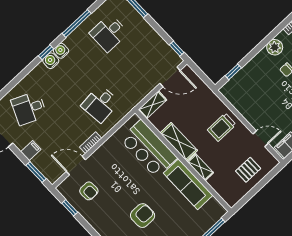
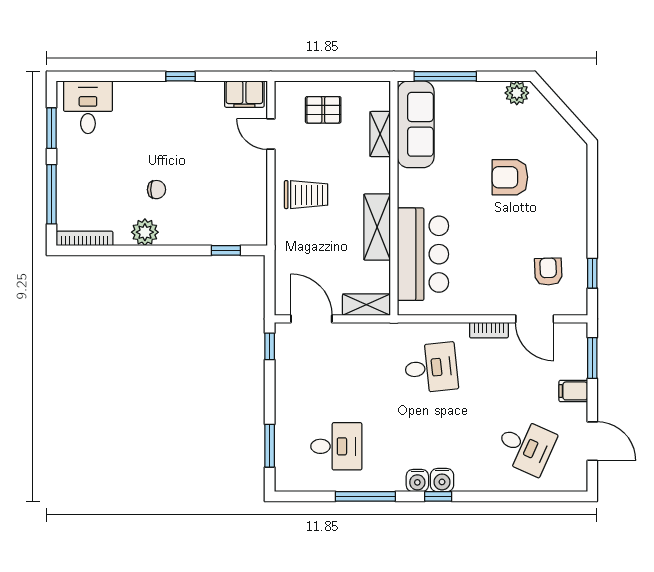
shelving: (200, 167) -> (380, 134), moved
sofa: (188, 184) -> (416, 124), moved

